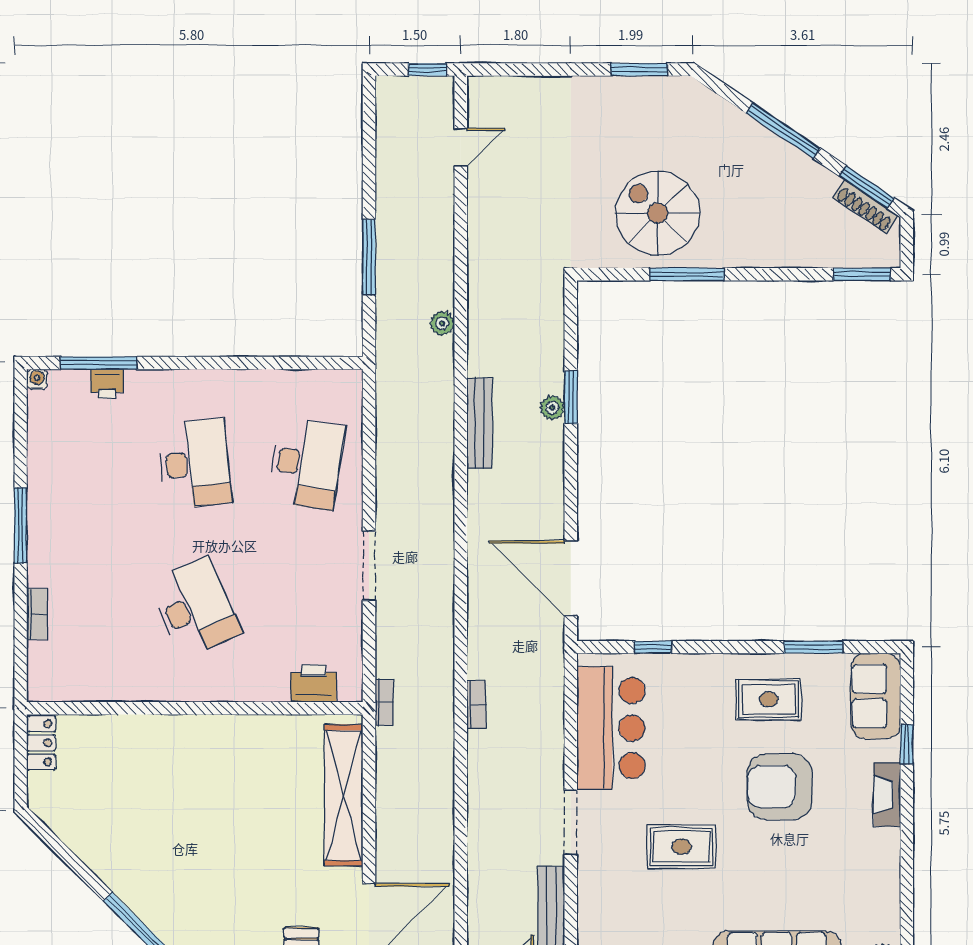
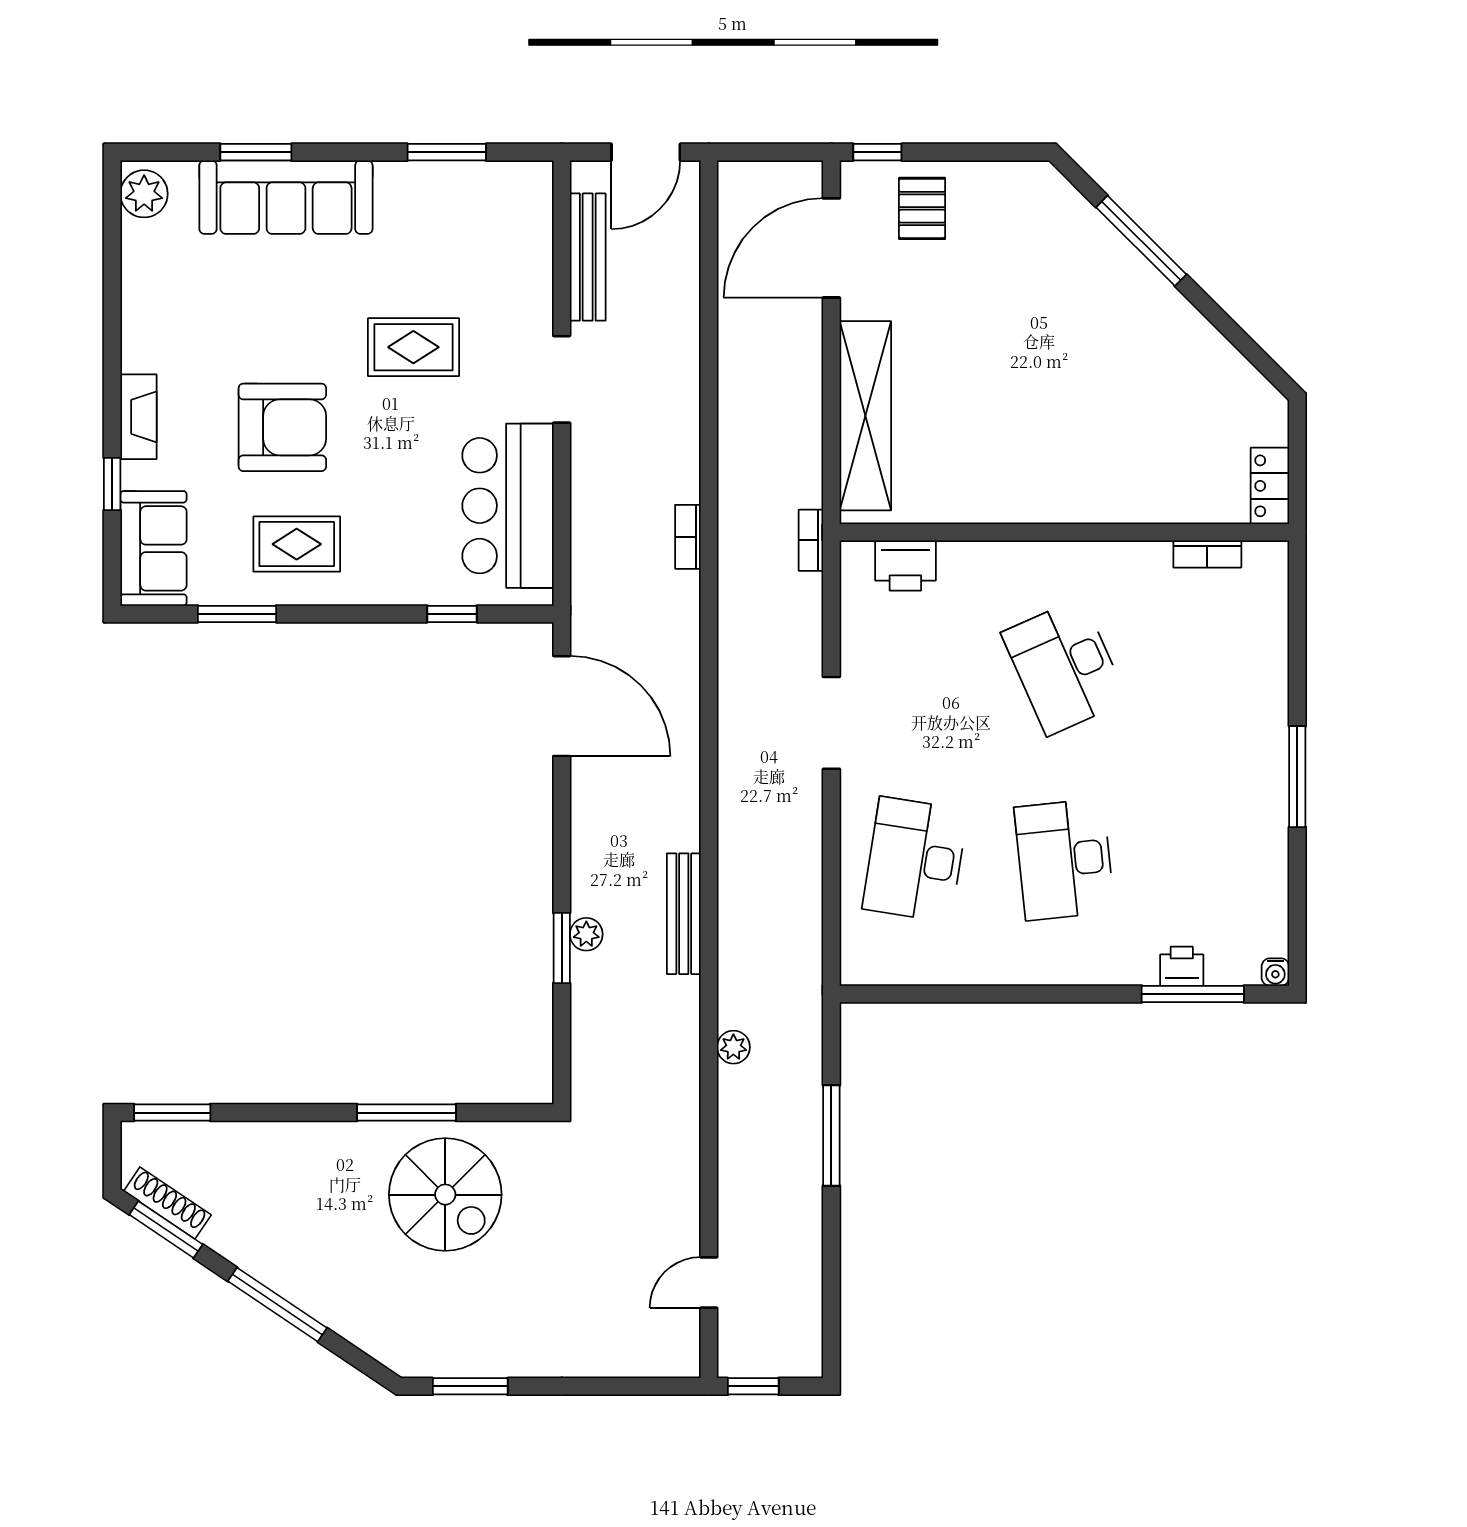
bookcase: (37, 614) -> (1207, 554), moved, turned -90

